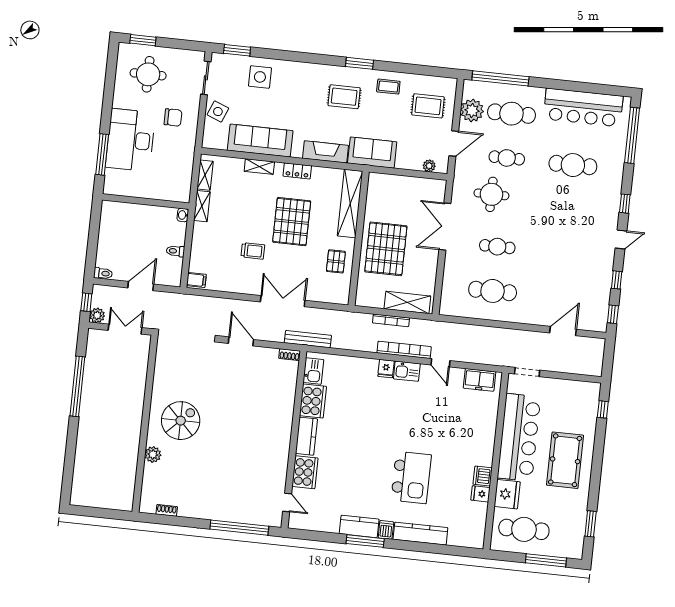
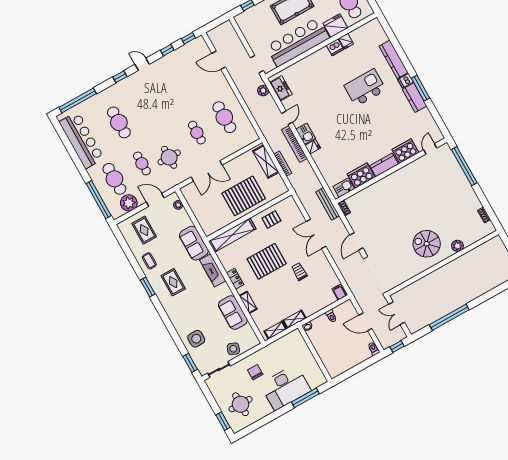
sofa: (260, 141) -> (233, 313), width x0.73
plant: (97, 315) -> (263, 91), moved

